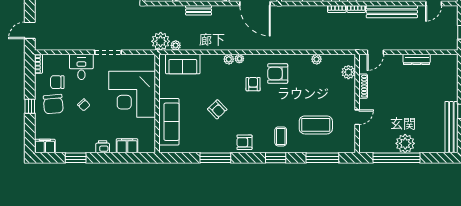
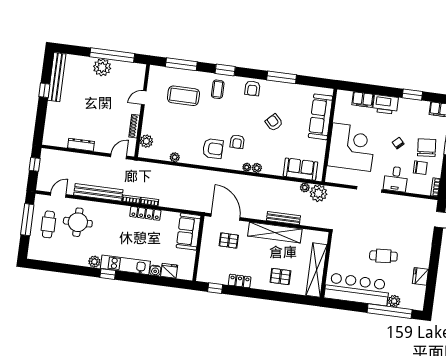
bench: (199, 10) -> (283, 218), width x1.36
armchair: (244, 142) -> (252, 88), turned 90
printer: (103, 147) -> (385, 104), width x1.87, depth x1.48

